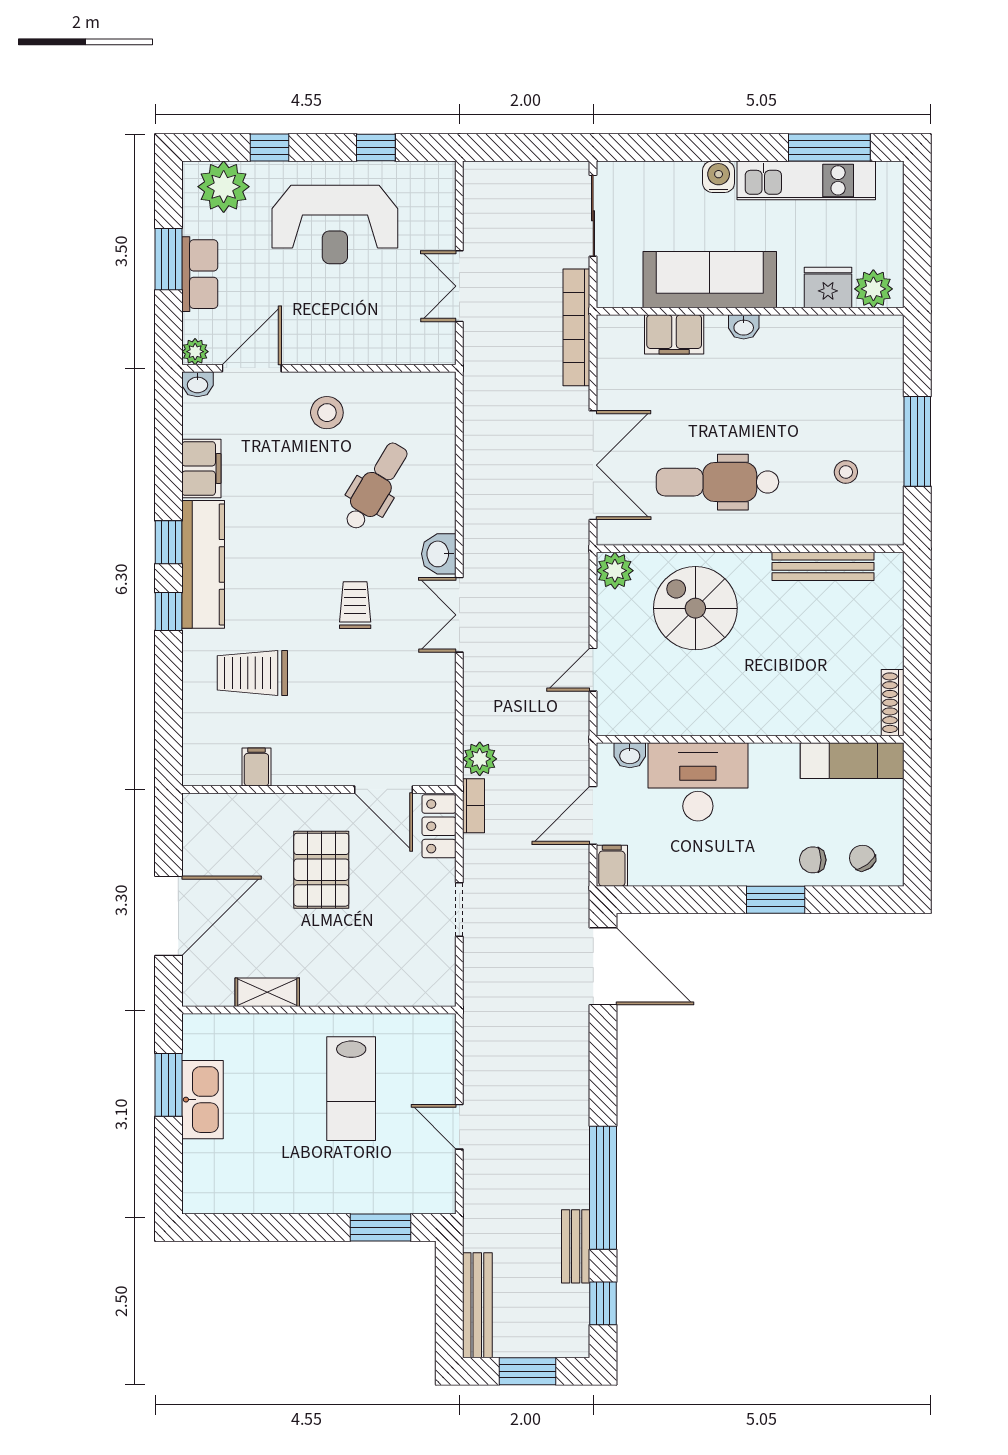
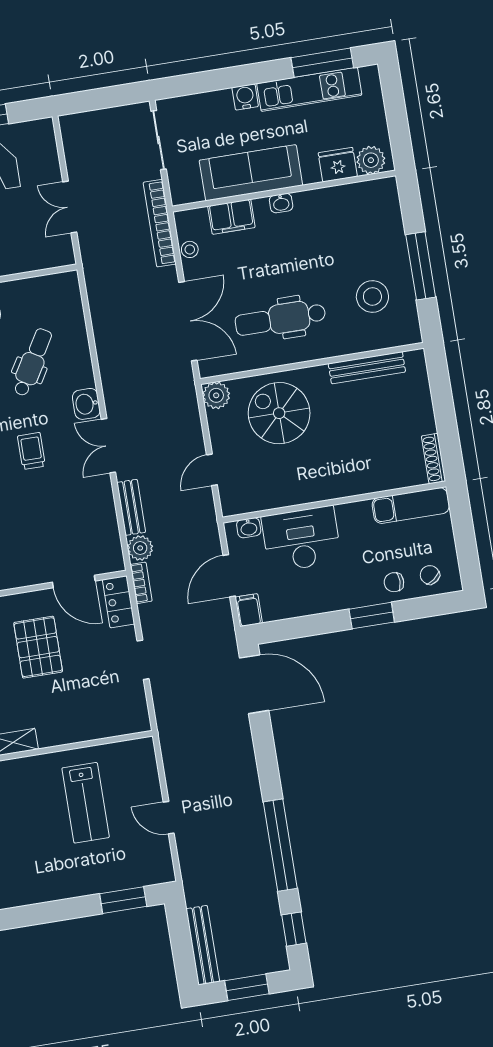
stool: (611, 369) -> (190, 249), added
stool: (846, 472) -> (372, 296), width x1.89, depth x1.89
bench: (576, 1246) -> (131, 507), moved

